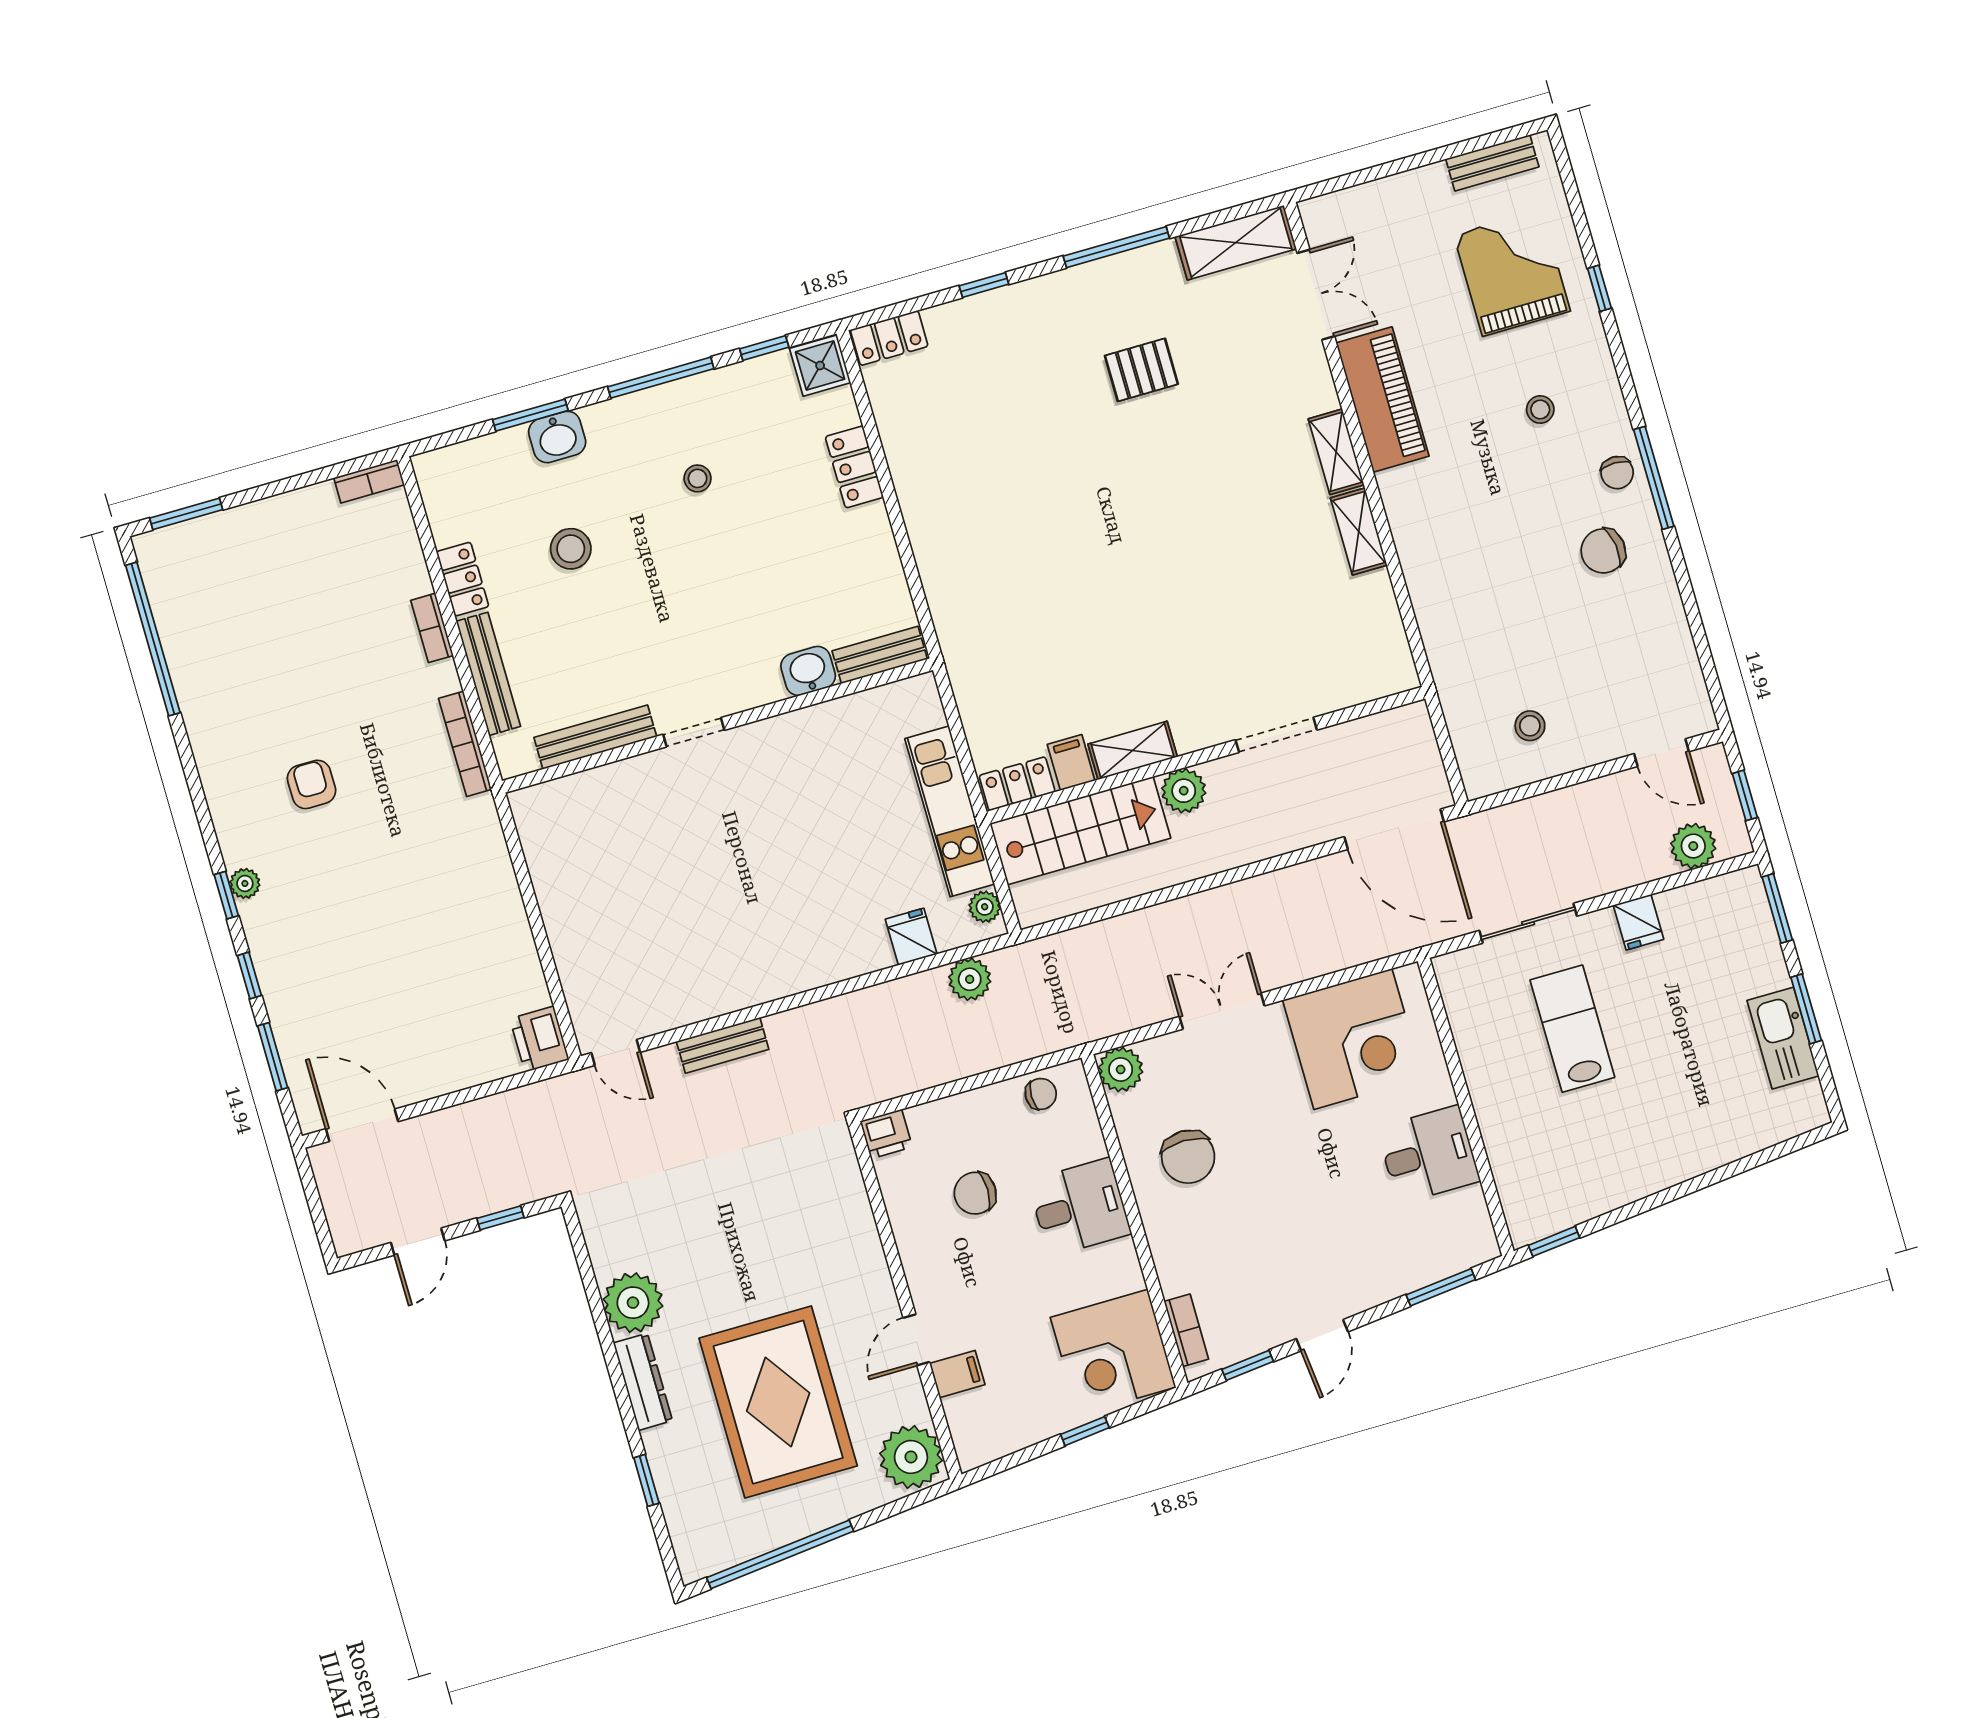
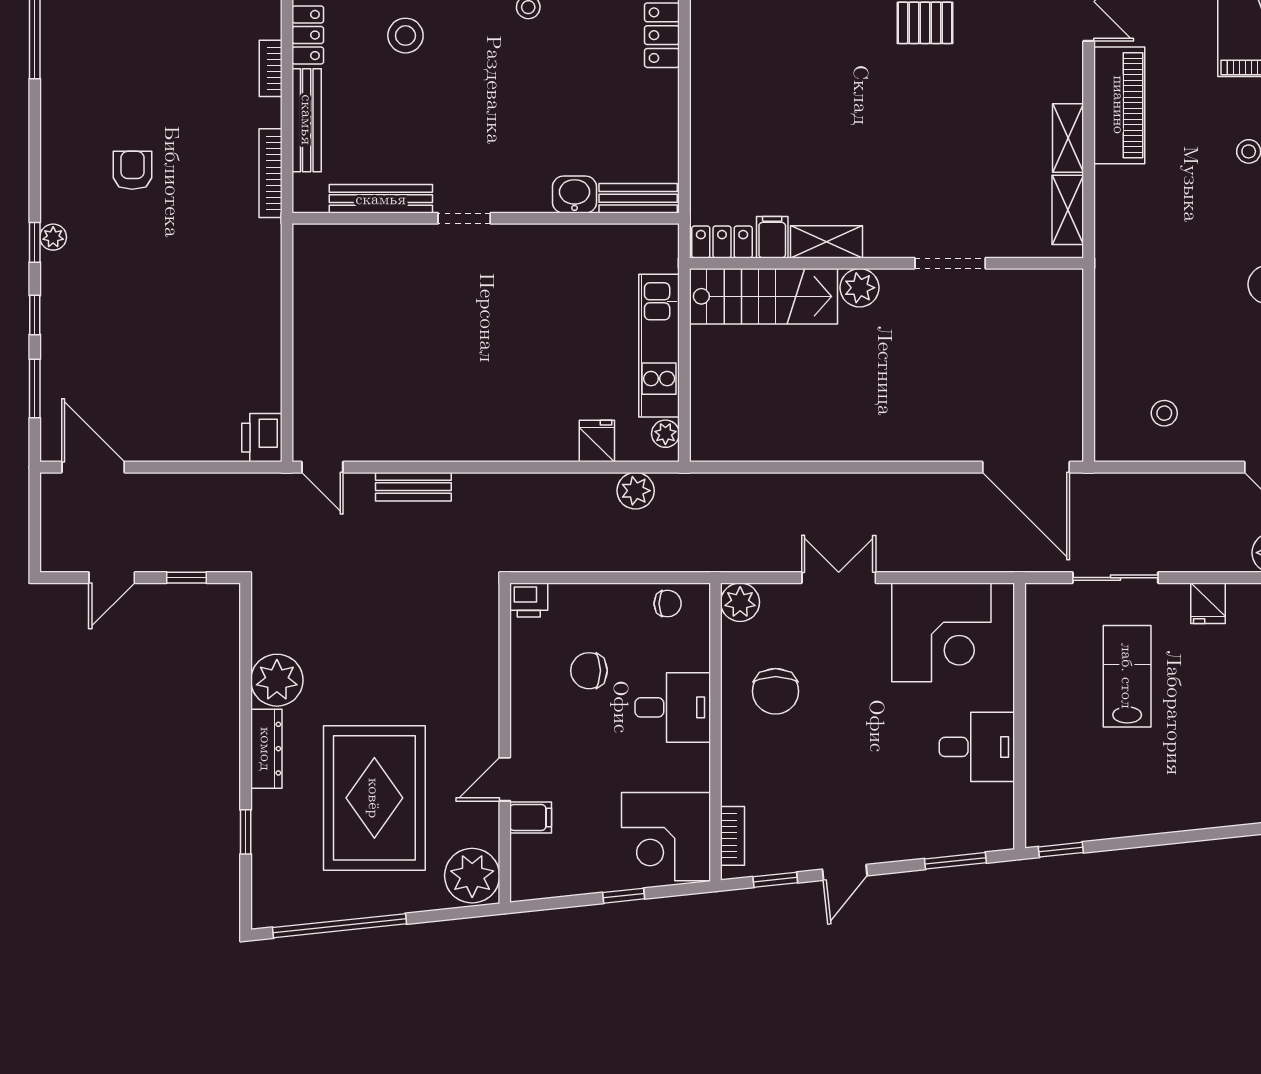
doorway: (1276, 735) -> (950, 263), moved
shelving: (1133, 750) -> (826, 242), moved
wall: (1206, 755) -> (887, 263), moved
filing cabinet: (1071, 762) -> (772, 237), moved
locker: (1017, 784) -> (722, 242), moved
plant: (1184, 791) -> (860, 288), moved
stairs: (1080, 831) -> (764, 296), moved

